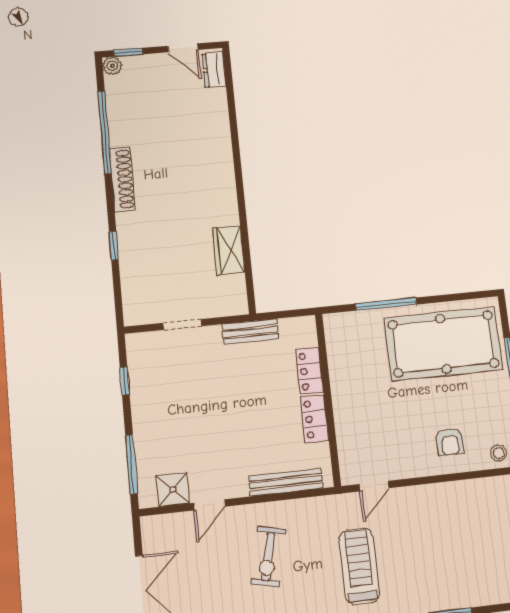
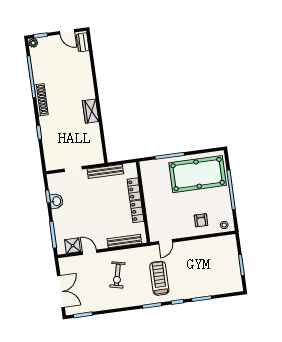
wardrobe: (229, 250) -> (91, 111), moved
bench: (250, 332) -> (105, 171), width x1.36
washbasin: (142, 392) -> (56, 201), added
door: (209, 505) -> (90, 252), swing flipped

